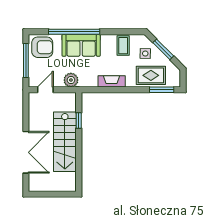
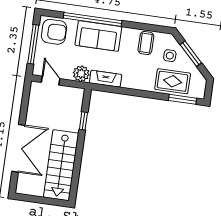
fireplace: (112, 81) -> (106, 79), moved
door: (45, 90) -> (51, 81), hinge flipped
stairs: (65, 142) -> (61, 165), moved

